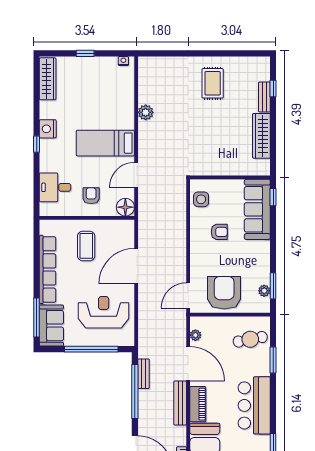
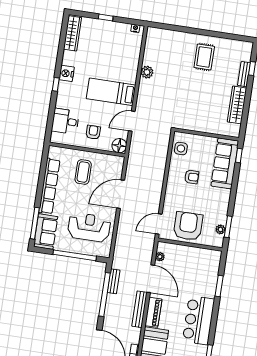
cafe table: (250, 339) -> (203, 267), removed

